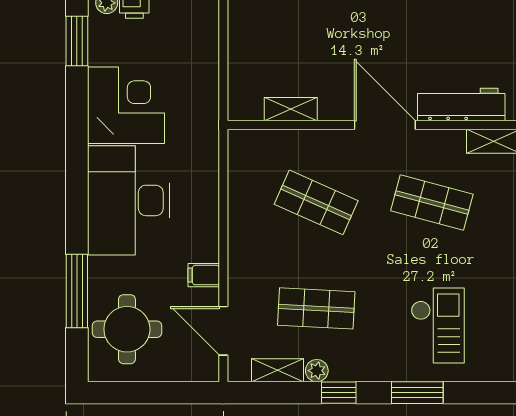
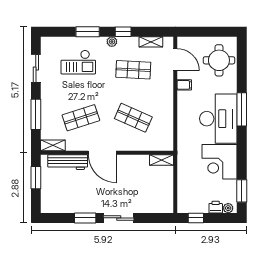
shelving: (291, 109) -> (162, 160), moved
shop shelf: (432, 202) -> (81, 118), turned -33
window: (77, 291) -> (242, 109), moved
checkout: (438, 325) -> (78, 62), turned -90
plant: (317, 371) -> (112, 42), moved

